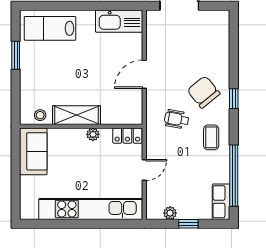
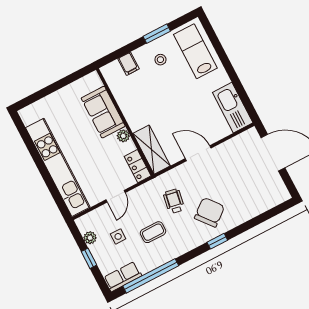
filing cabinet: (30, 95) -> (128, 64), added
stool: (40, 115) -> (160, 60), moved
shelving: (77, 115) -> (152, 150), moved
coffee table: (211, 137) -> (153, 232), moved
sofa: (33, 151) -> (103, 112), moved, turned 90
door: (144, 170) -> (116, 196), hinge flipped
side table: (182, 187) -> (118, 236), added

